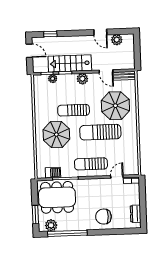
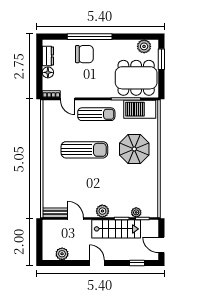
door: (100, 32) -> (97, 263), moved
parasol: (115, 106) -> (66, 179), removed
sun lounger: (74, 110) -> (114, 176), removed
barbecue: (53, 173) -> (140, 109), width x1.88, depth x1.53
door: (117, 177) -> (68, 99), hinge flipped
floor lamp: (135, 199) -> (48, 72), added
window: (67, 233) -> (90, 37), moved

